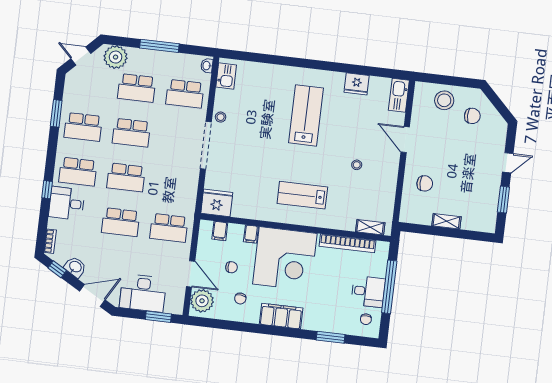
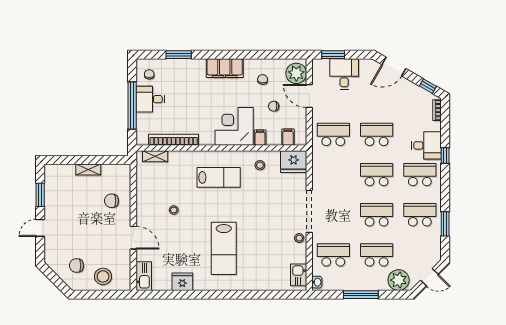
stool: (255, 203) -> (260, 165), added
corner desk: (285, 259) -> (234, 126), width x0.74, depth x0.74
washbasin: (75, 267) -> (412, 90), removed
desk: (143, 293) -> (344, 74), width x0.73

